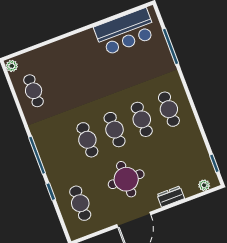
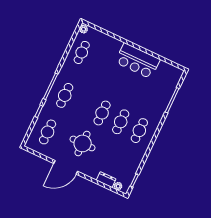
bar counter: (125, 32) -> (138, 61), moved
cafe table: (87, 140) -> (65, 95), moved
dresser: (171, 196) -> (106, 180), moved

